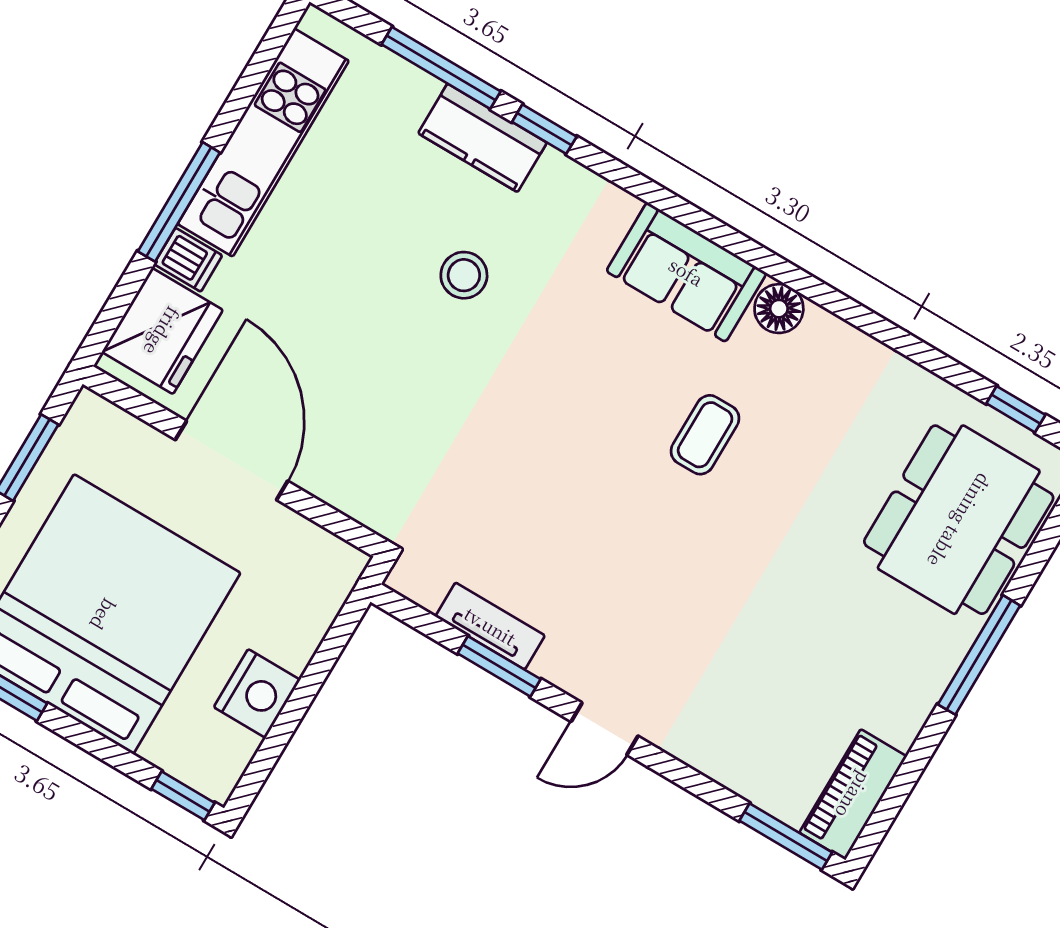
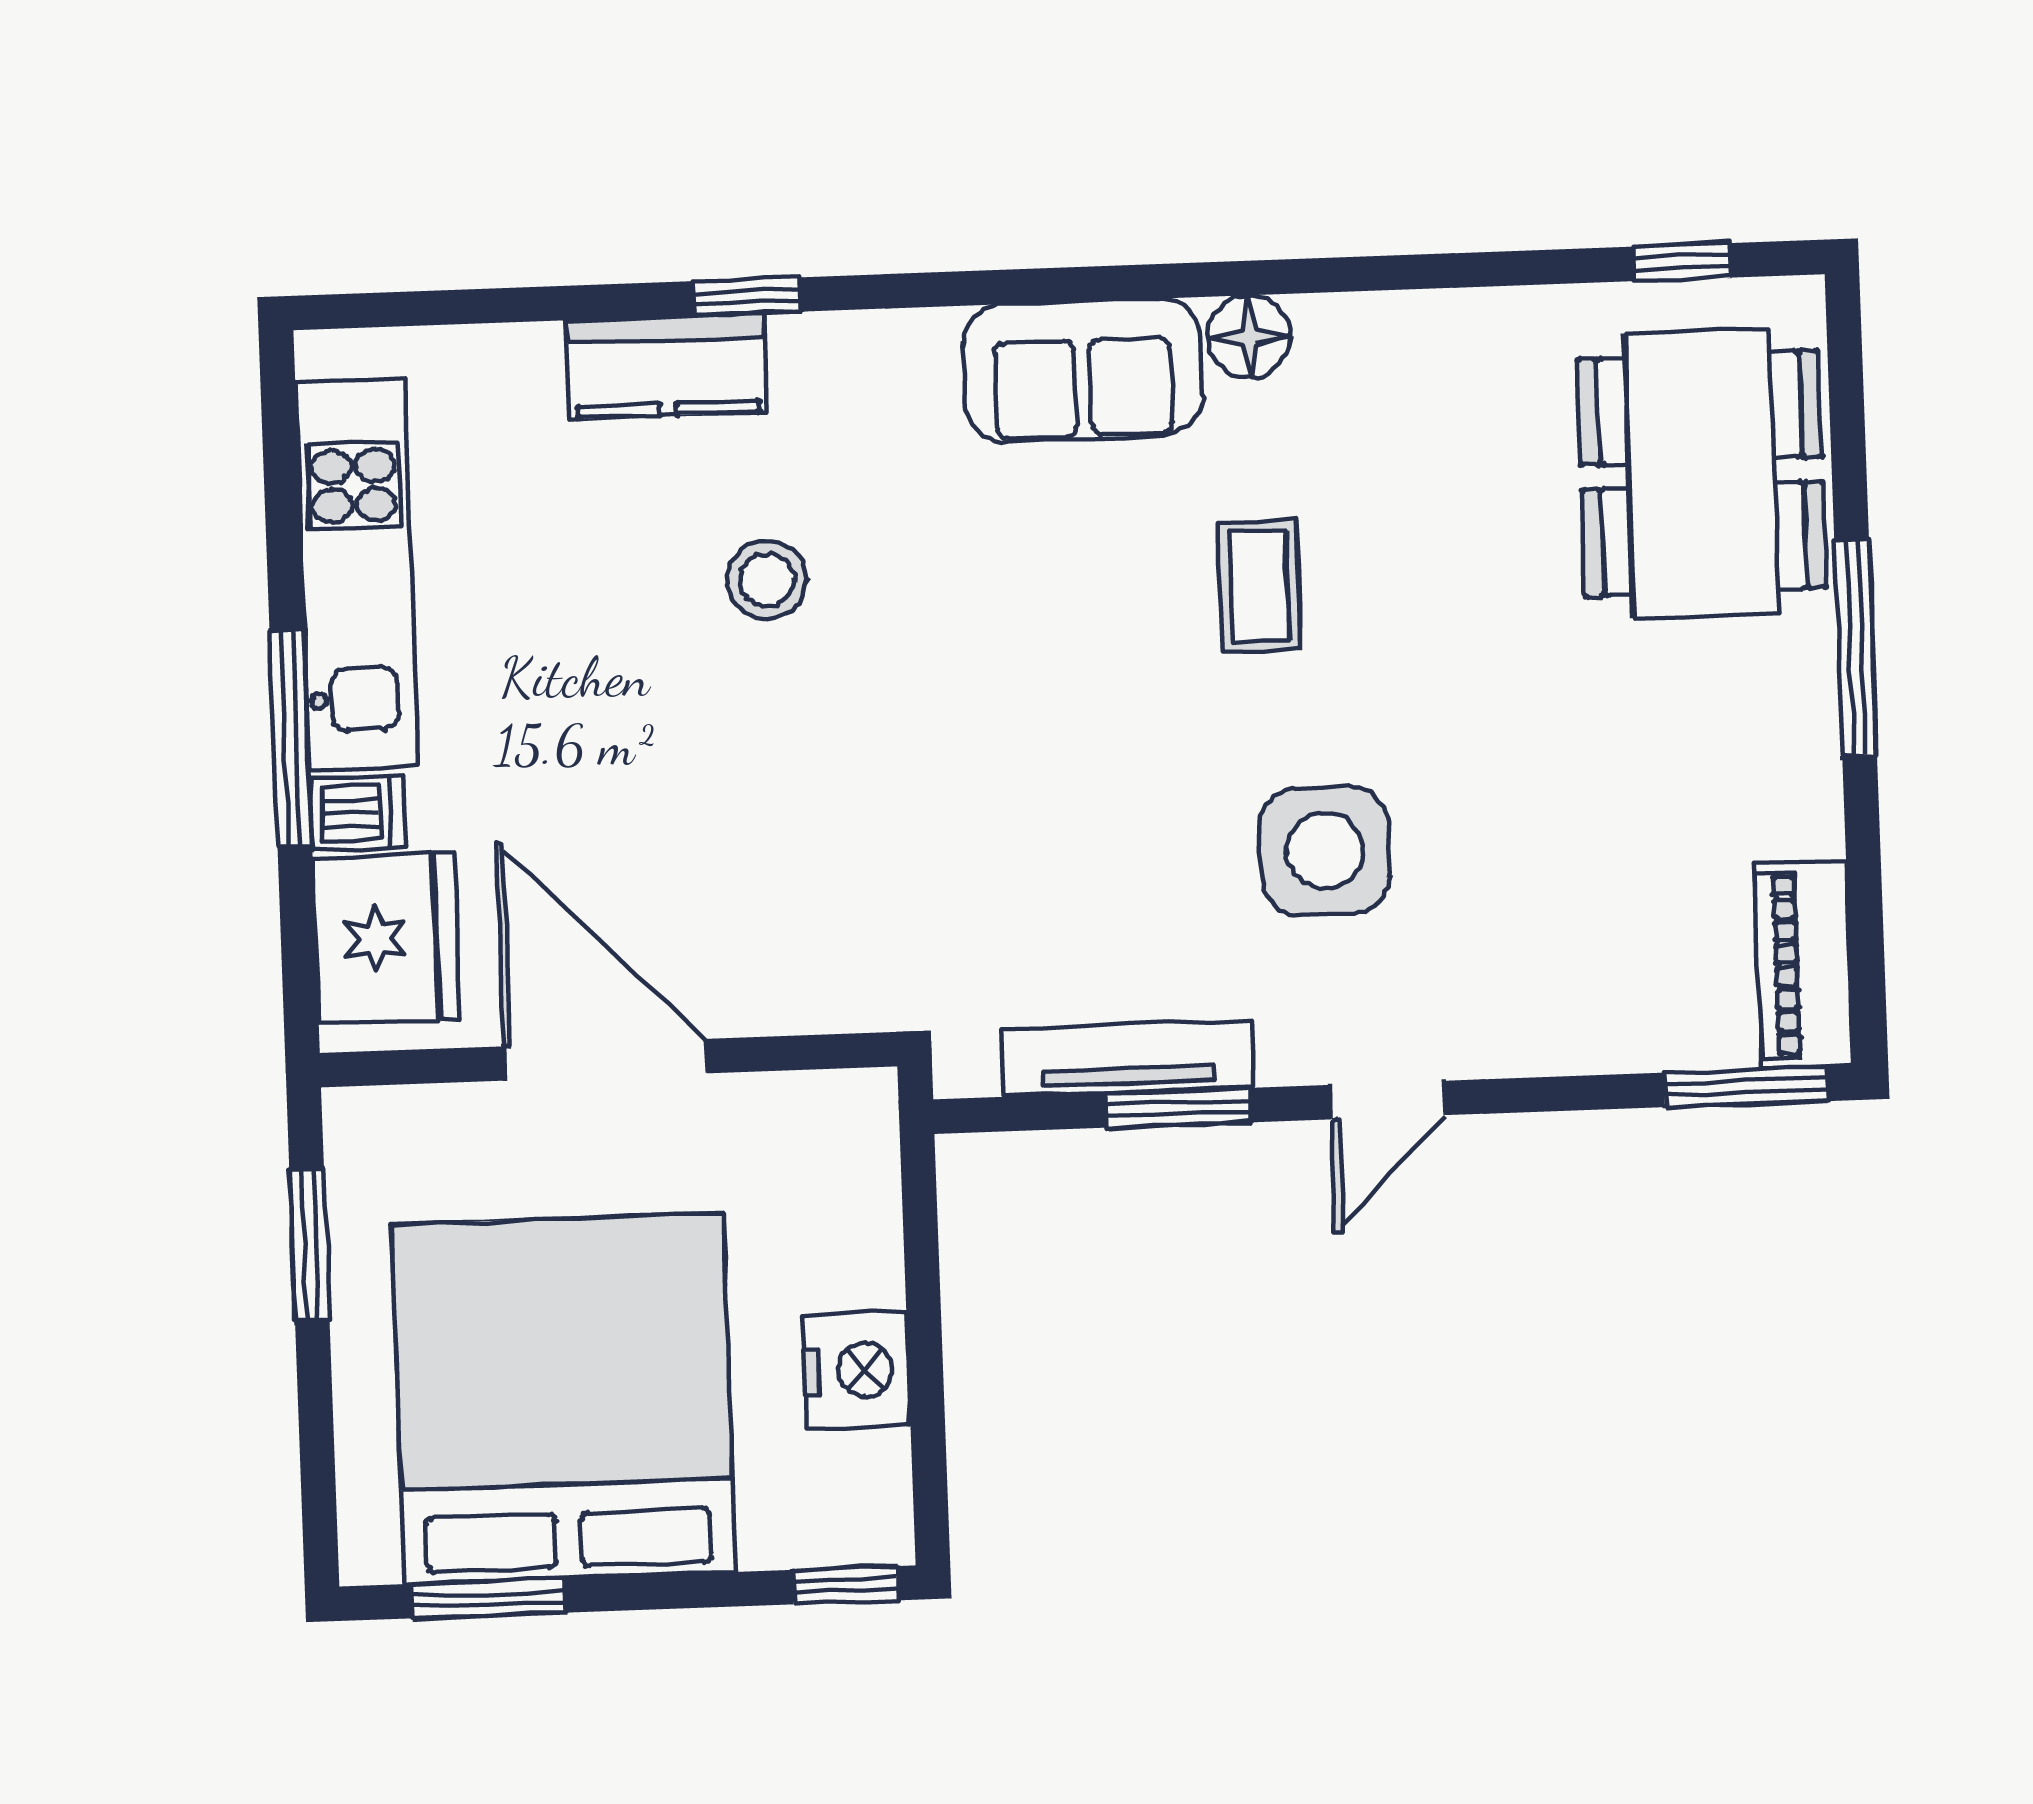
window: (441, 68) -> (543, 304), removed
side table: (653, 586) -> (1325, 851), added
tv unit: (490, 626) -> (1128, 1058), width x1.41

